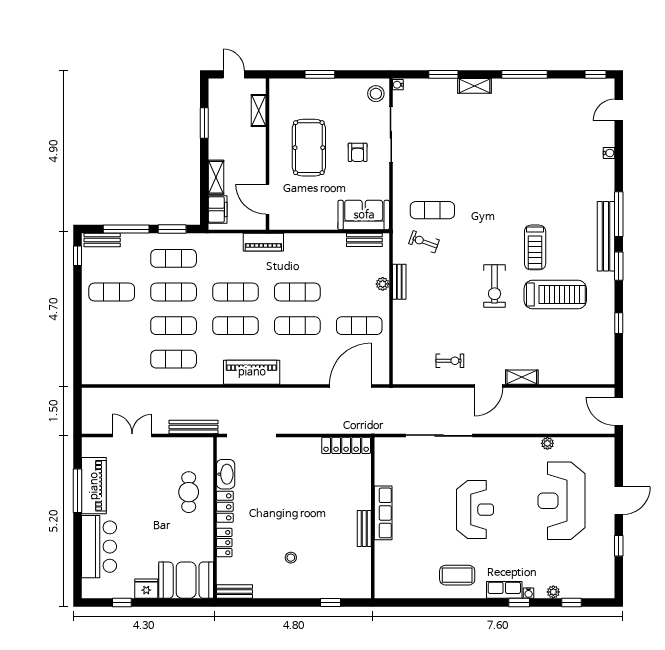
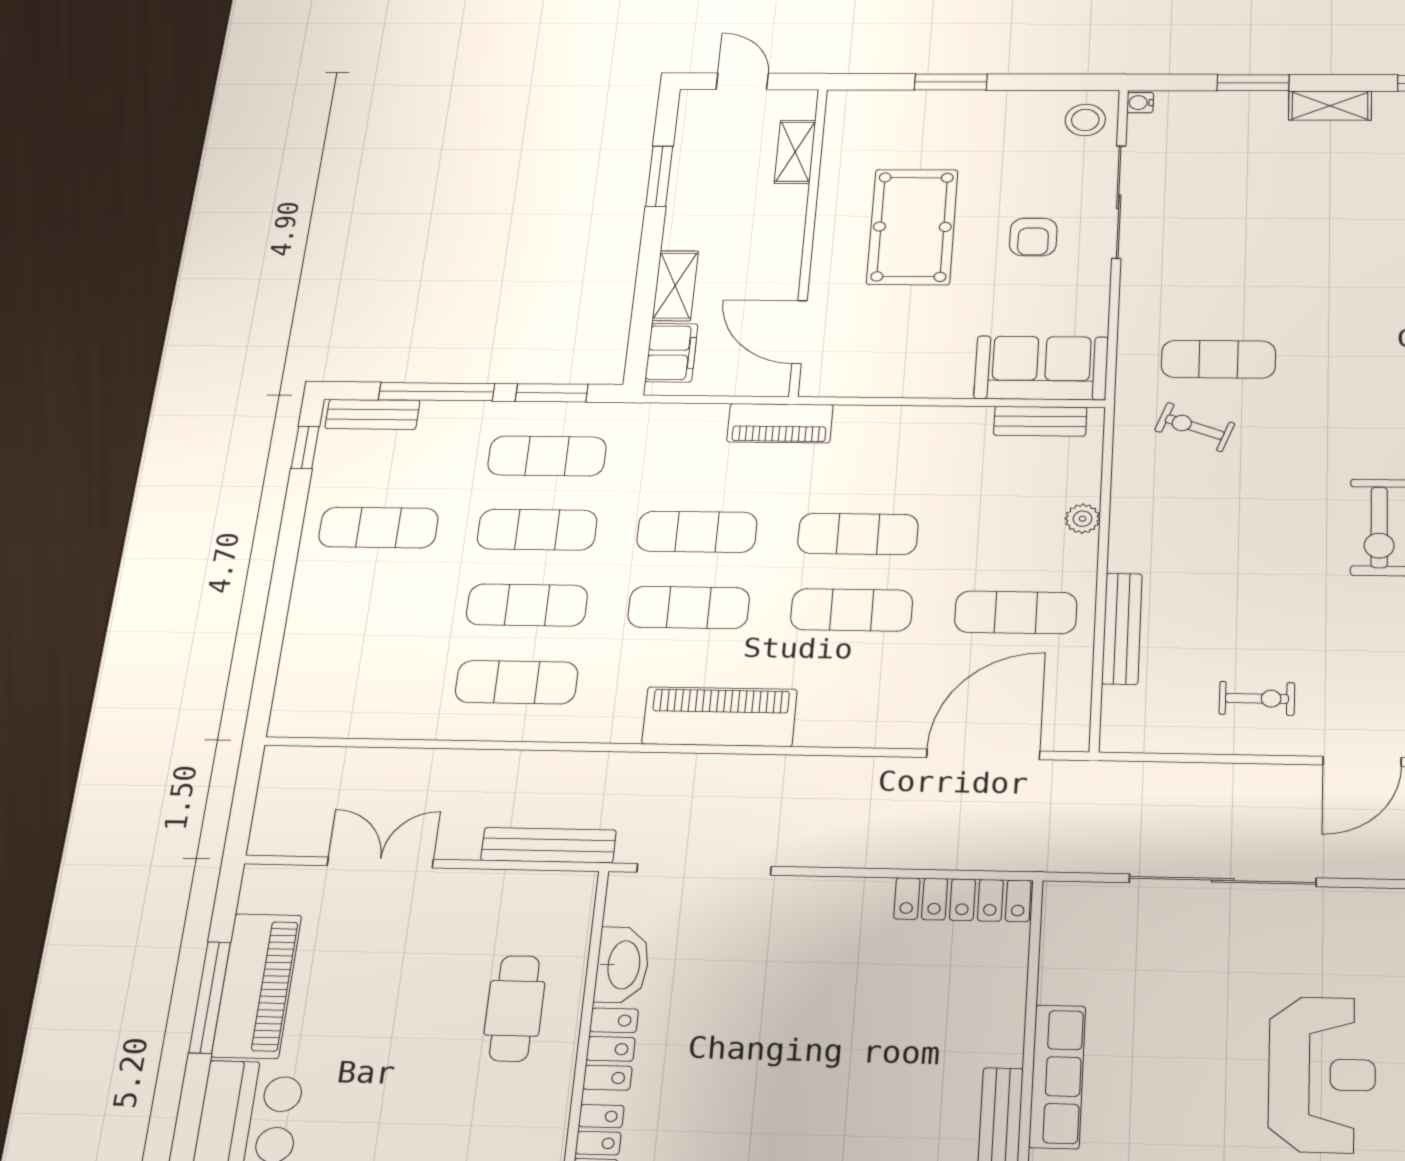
bench: (399, 282) -> (1122, 629), moved, width x1.36

